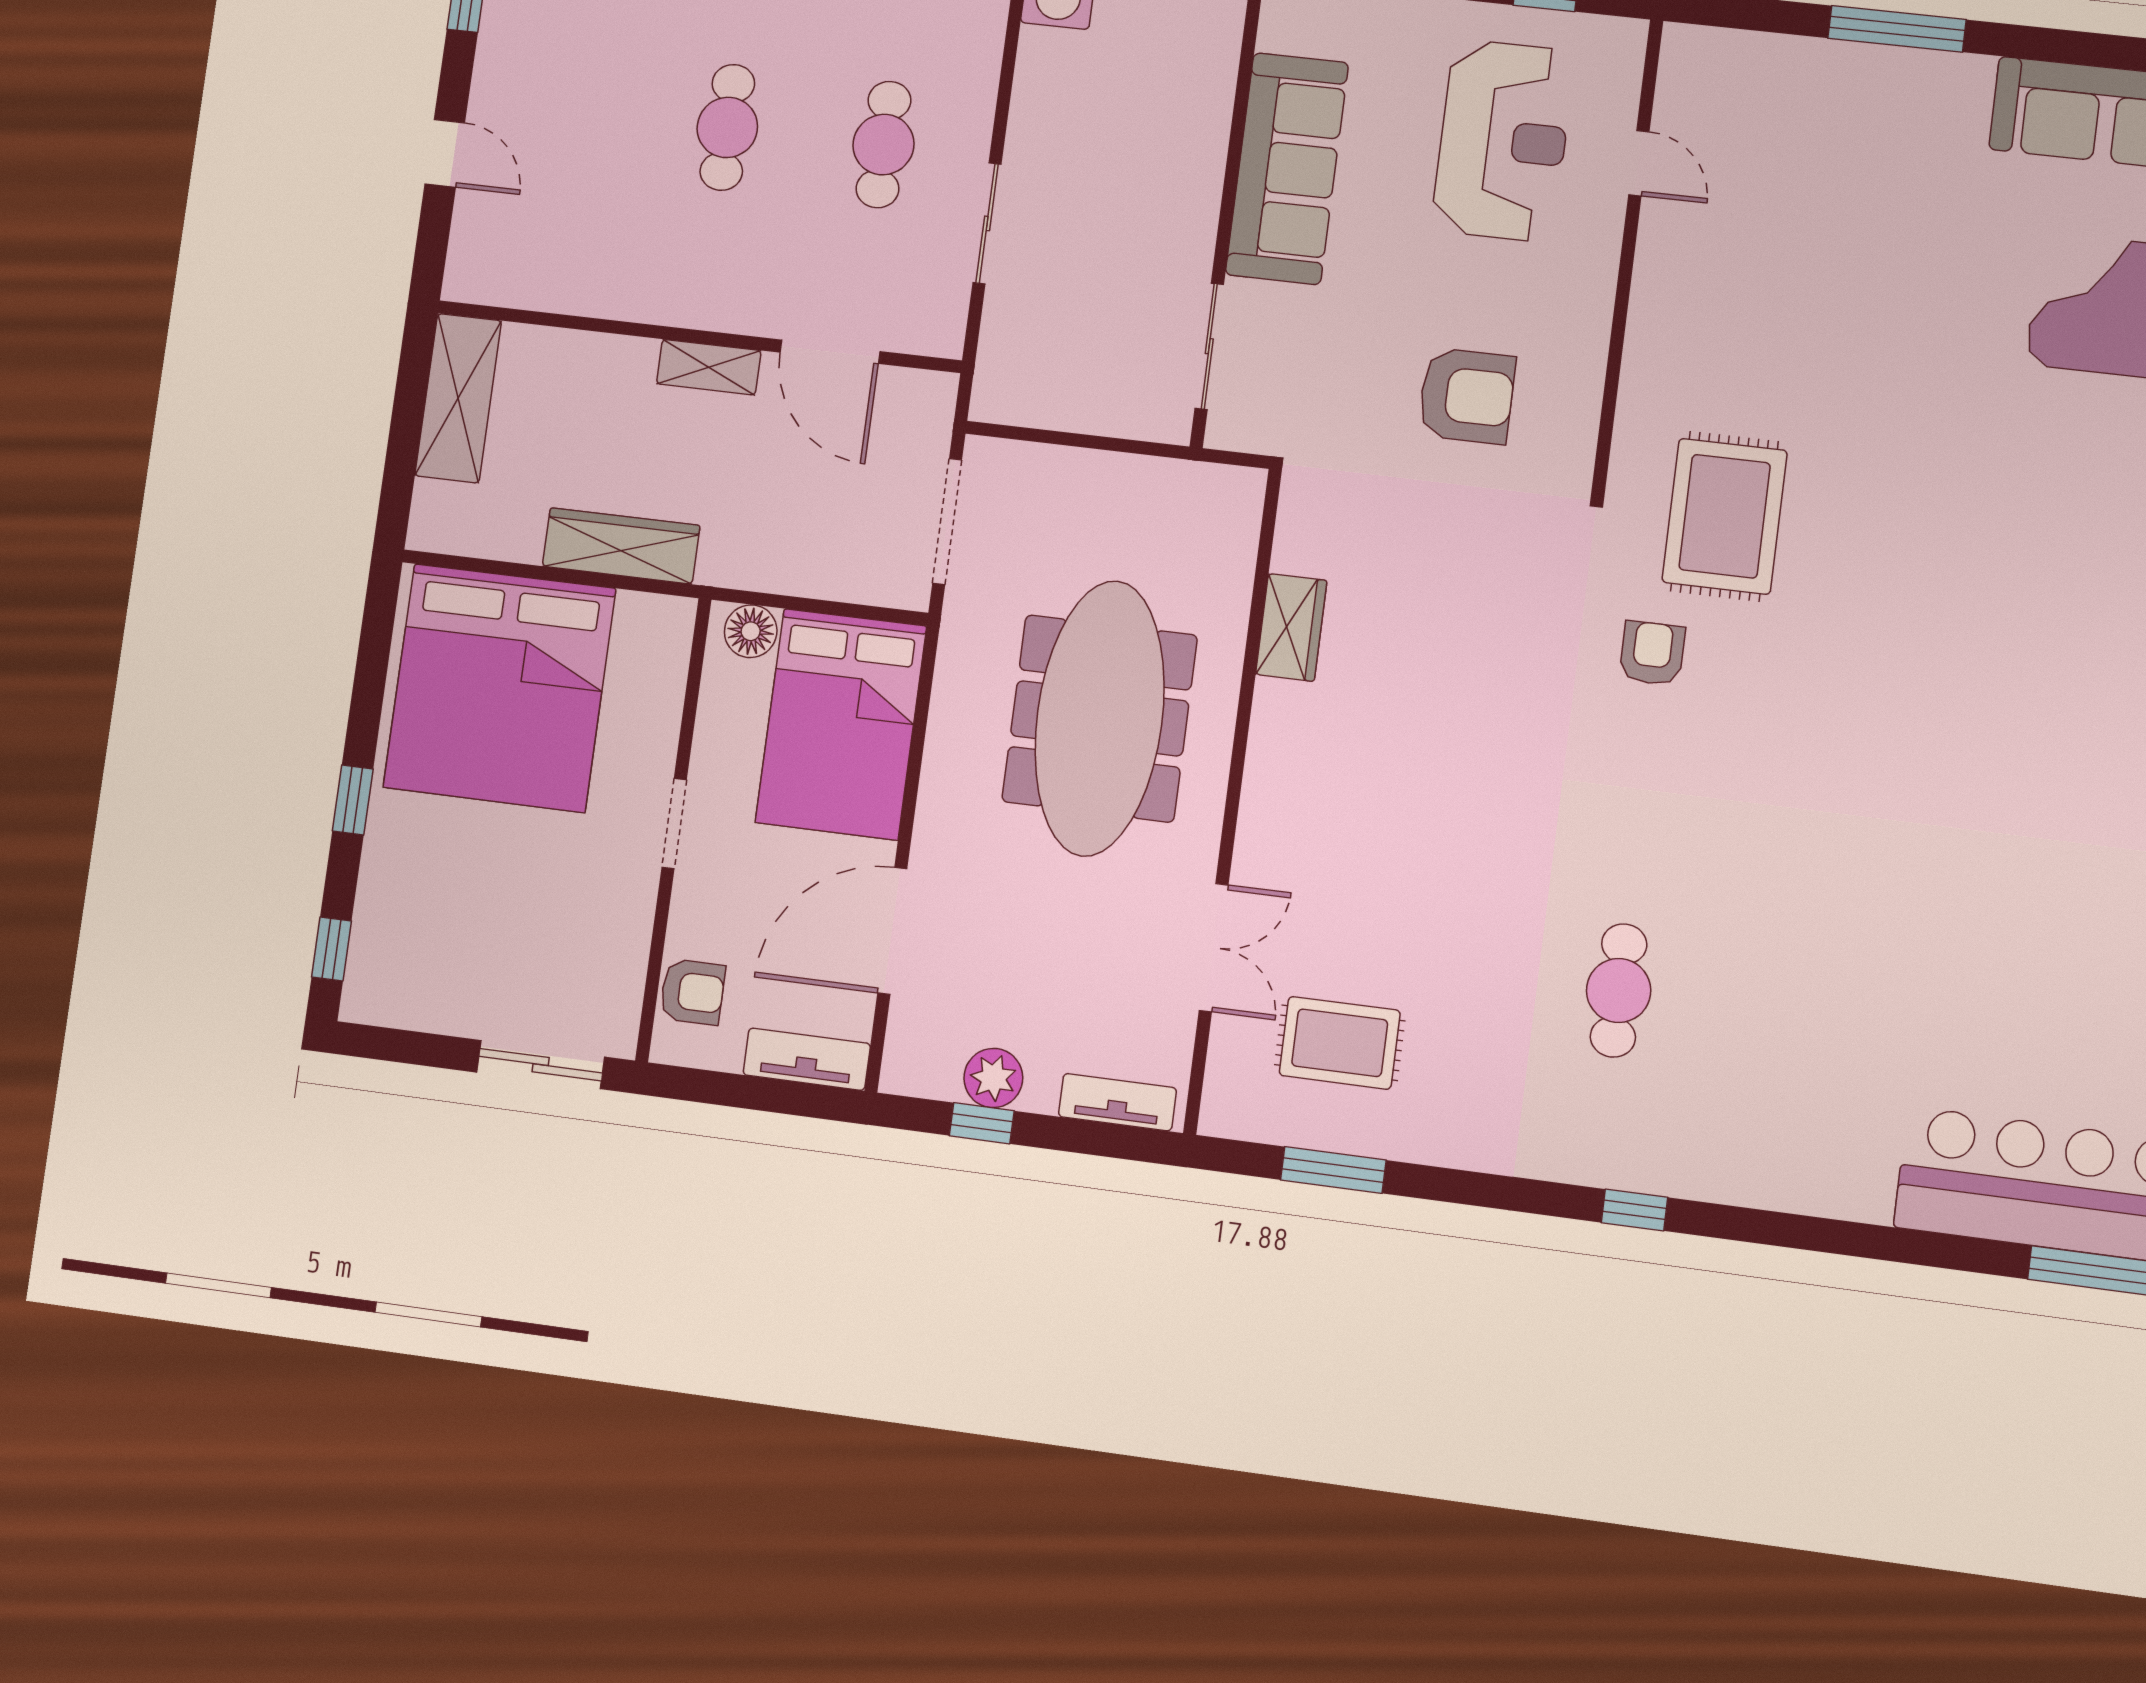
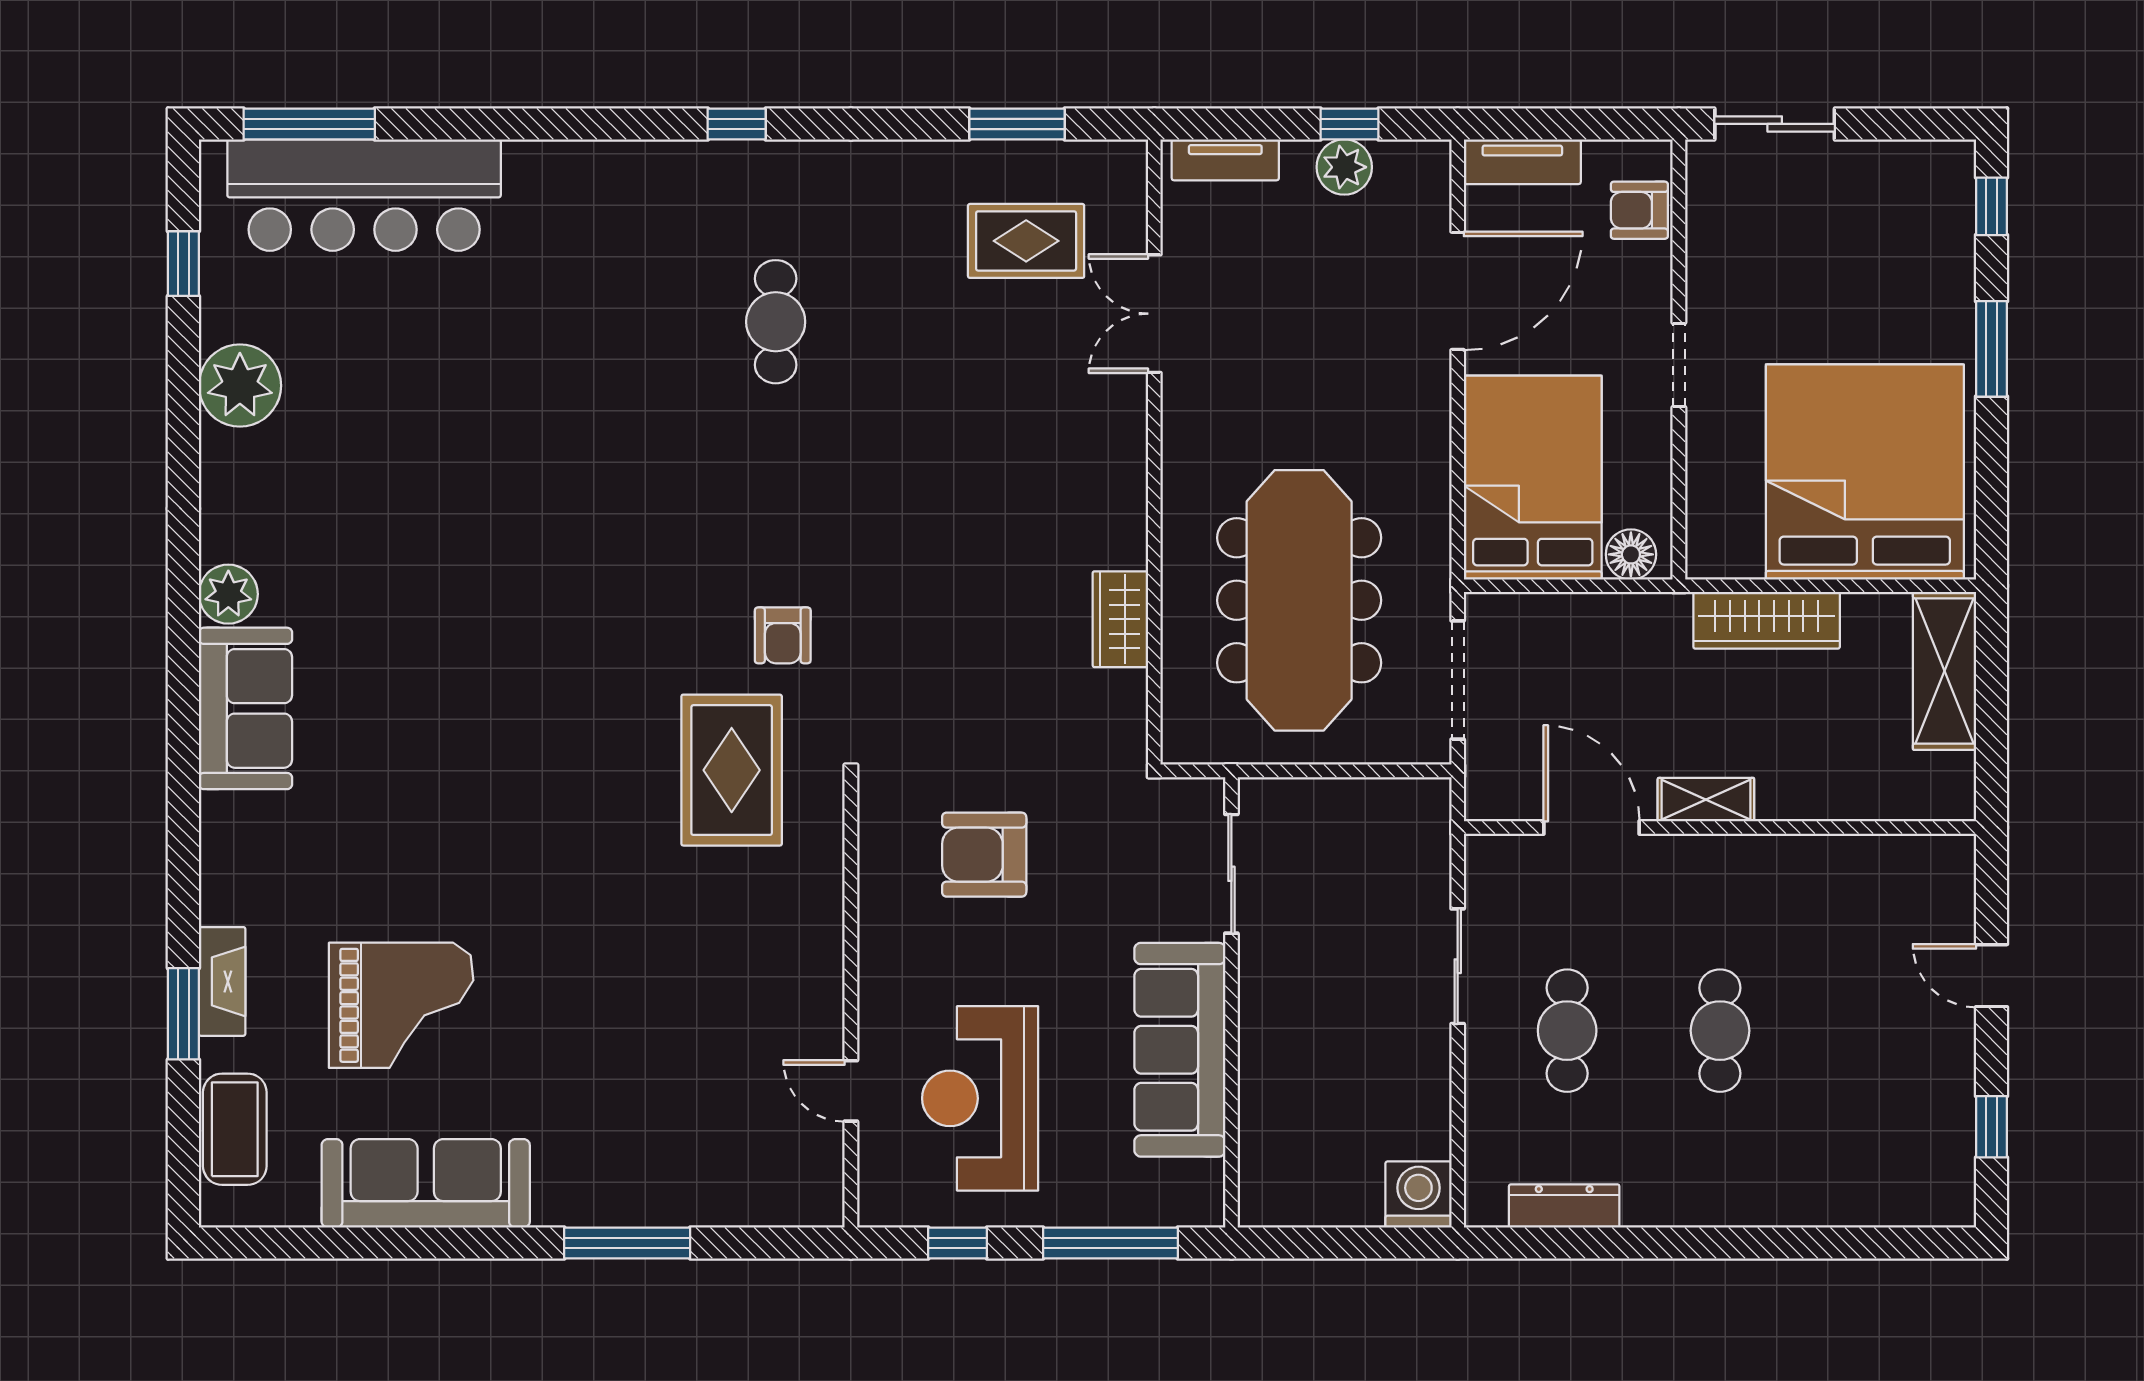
shelving: (458, 398) -> (1944, 671), moved
meeting table: (1100, 718) -> (1299, 600), moved
window: (353, 800) -> (1992, 349), width x1.50

